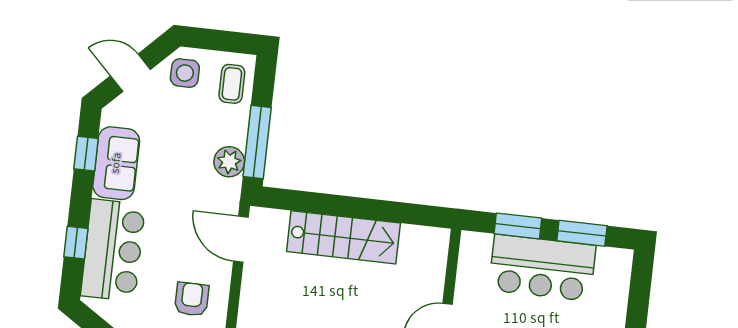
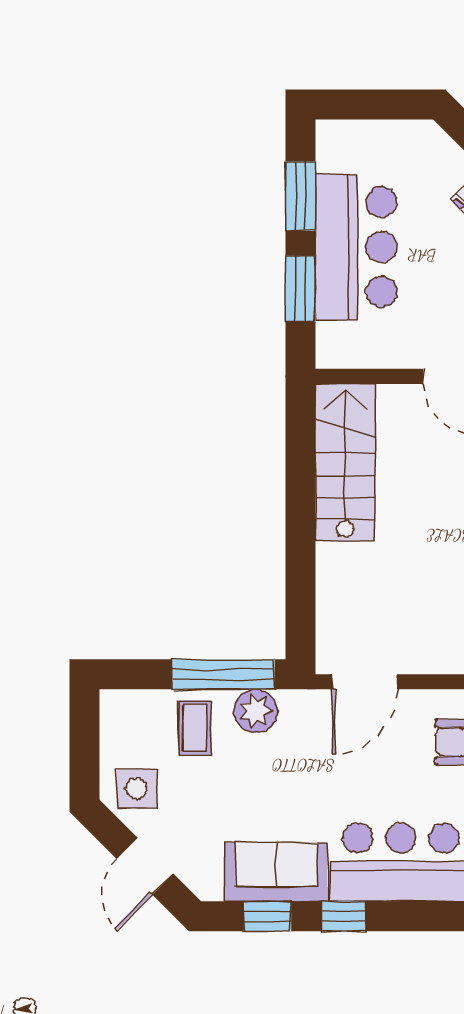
coffee table: (232, 84) -> (195, 728), moved, turned 90
stairs: (343, 237) -> (345, 463), moved
window: (76, 243) -> (343, 916), moved

